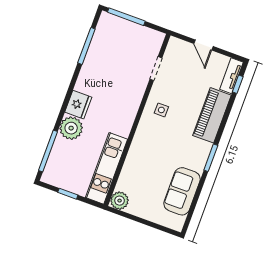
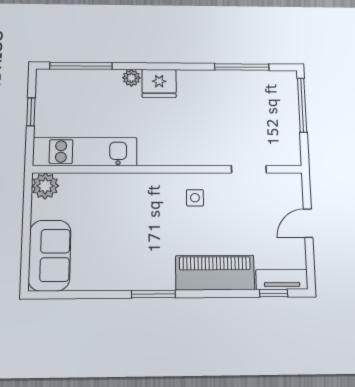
plant: (71, 128) -> (131, 78), width x0.53, depth x0.53
sofa: (182, 191) -> (50, 255), moved, turned 90

